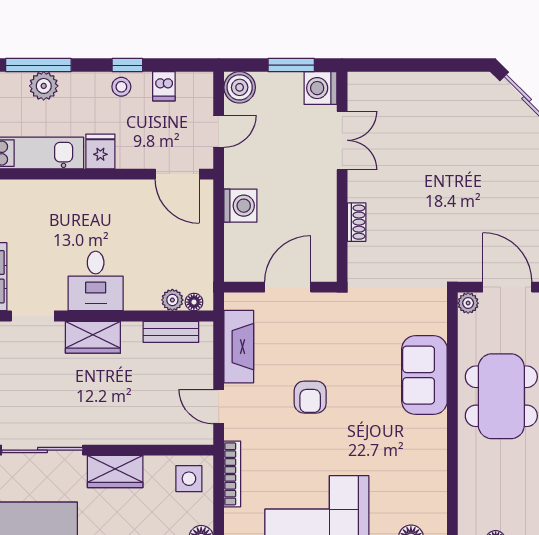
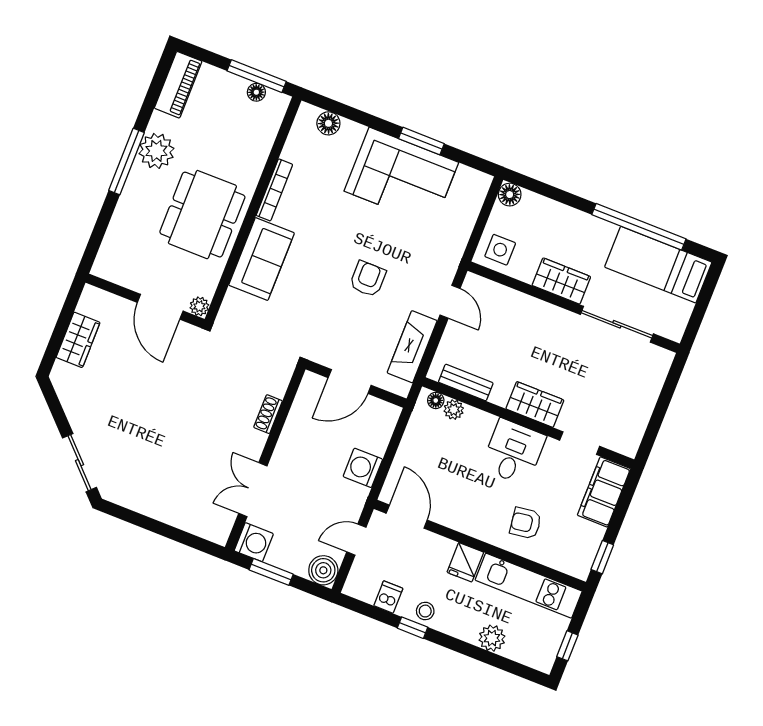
window: (38, 65) -> (489, 658), removed
armchair: (55, 215) -> (526, 523), added
bookcase: (232, 474) -> (274, 190), moved, turned 180

